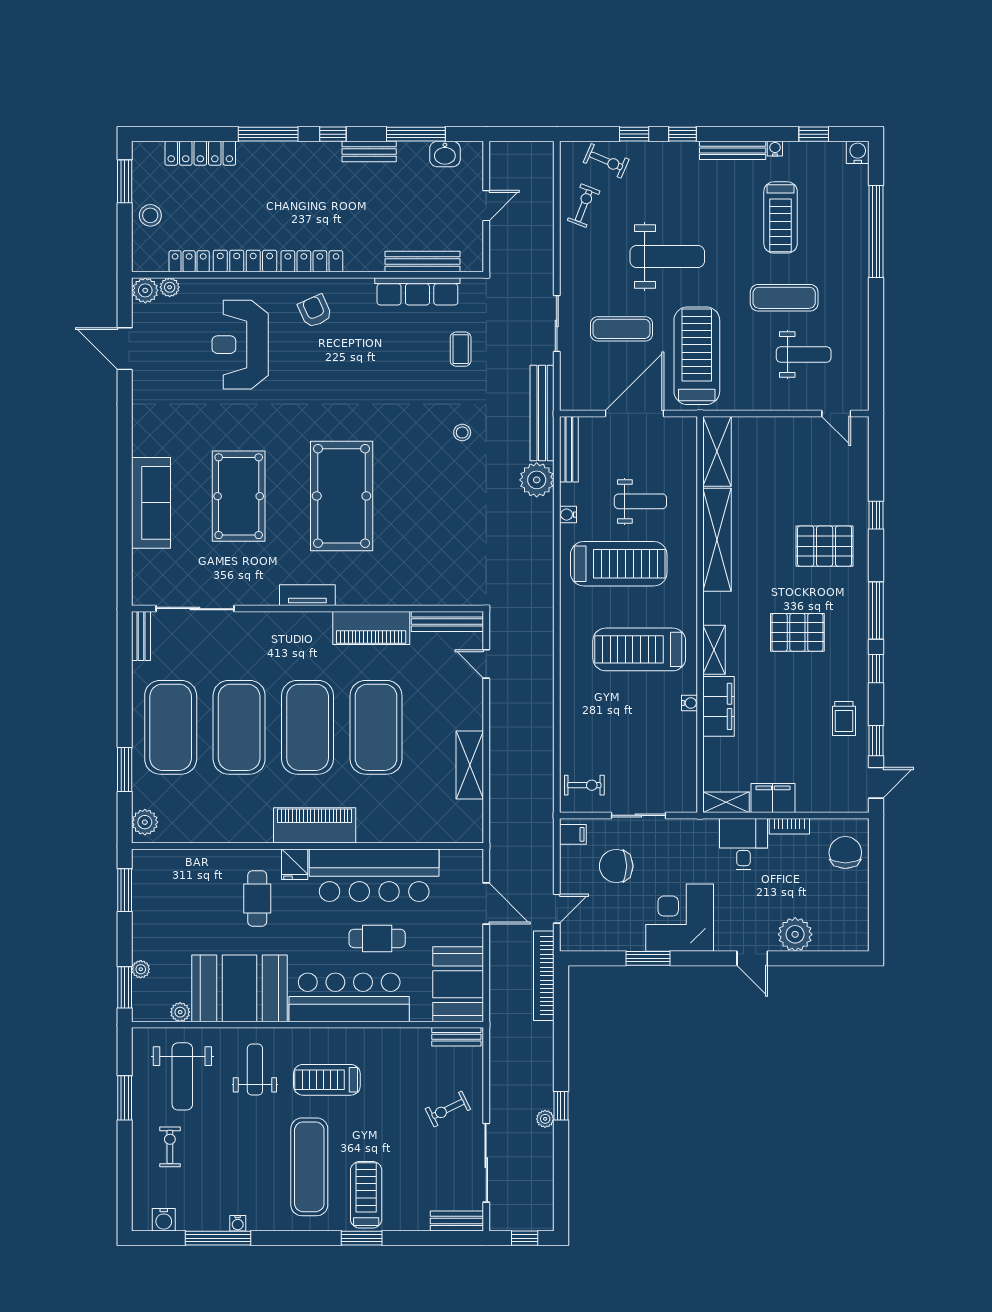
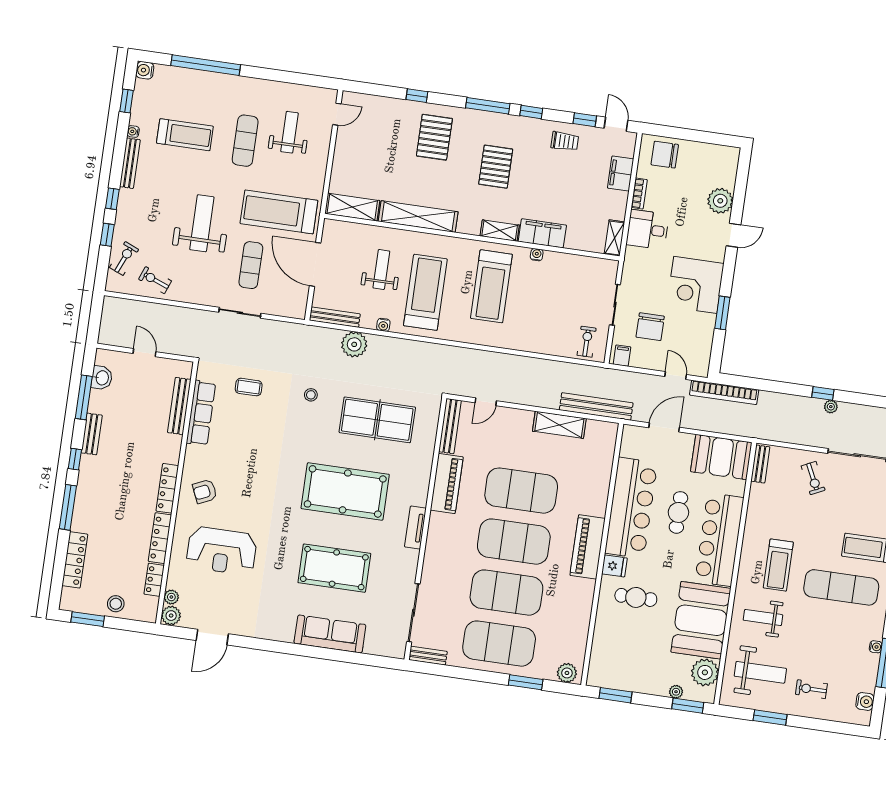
bench: (542, 413) -> (596, 406), moved
table tennis table: (442, 525) -> (377, 420), added
filing cabinet: (773, 798) -> (621, 174), moved
plant: (180, 1012) -> (705, 672), width x1.87, depth x1.87

